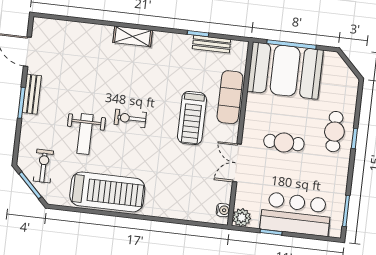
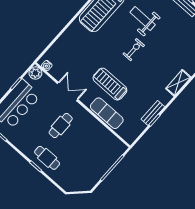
bench: (211, 44) -> (153, 113), moved
booth: (285, 71) -> (100, 154), removed

